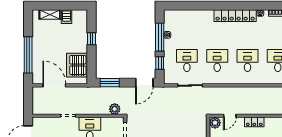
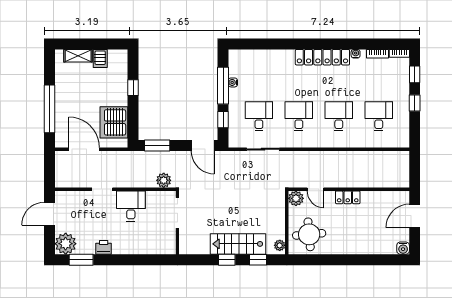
door: (144, 83) -> (203, 145), hinge flipped
door: (230, 116) -> (315, 189), hinge flipped

